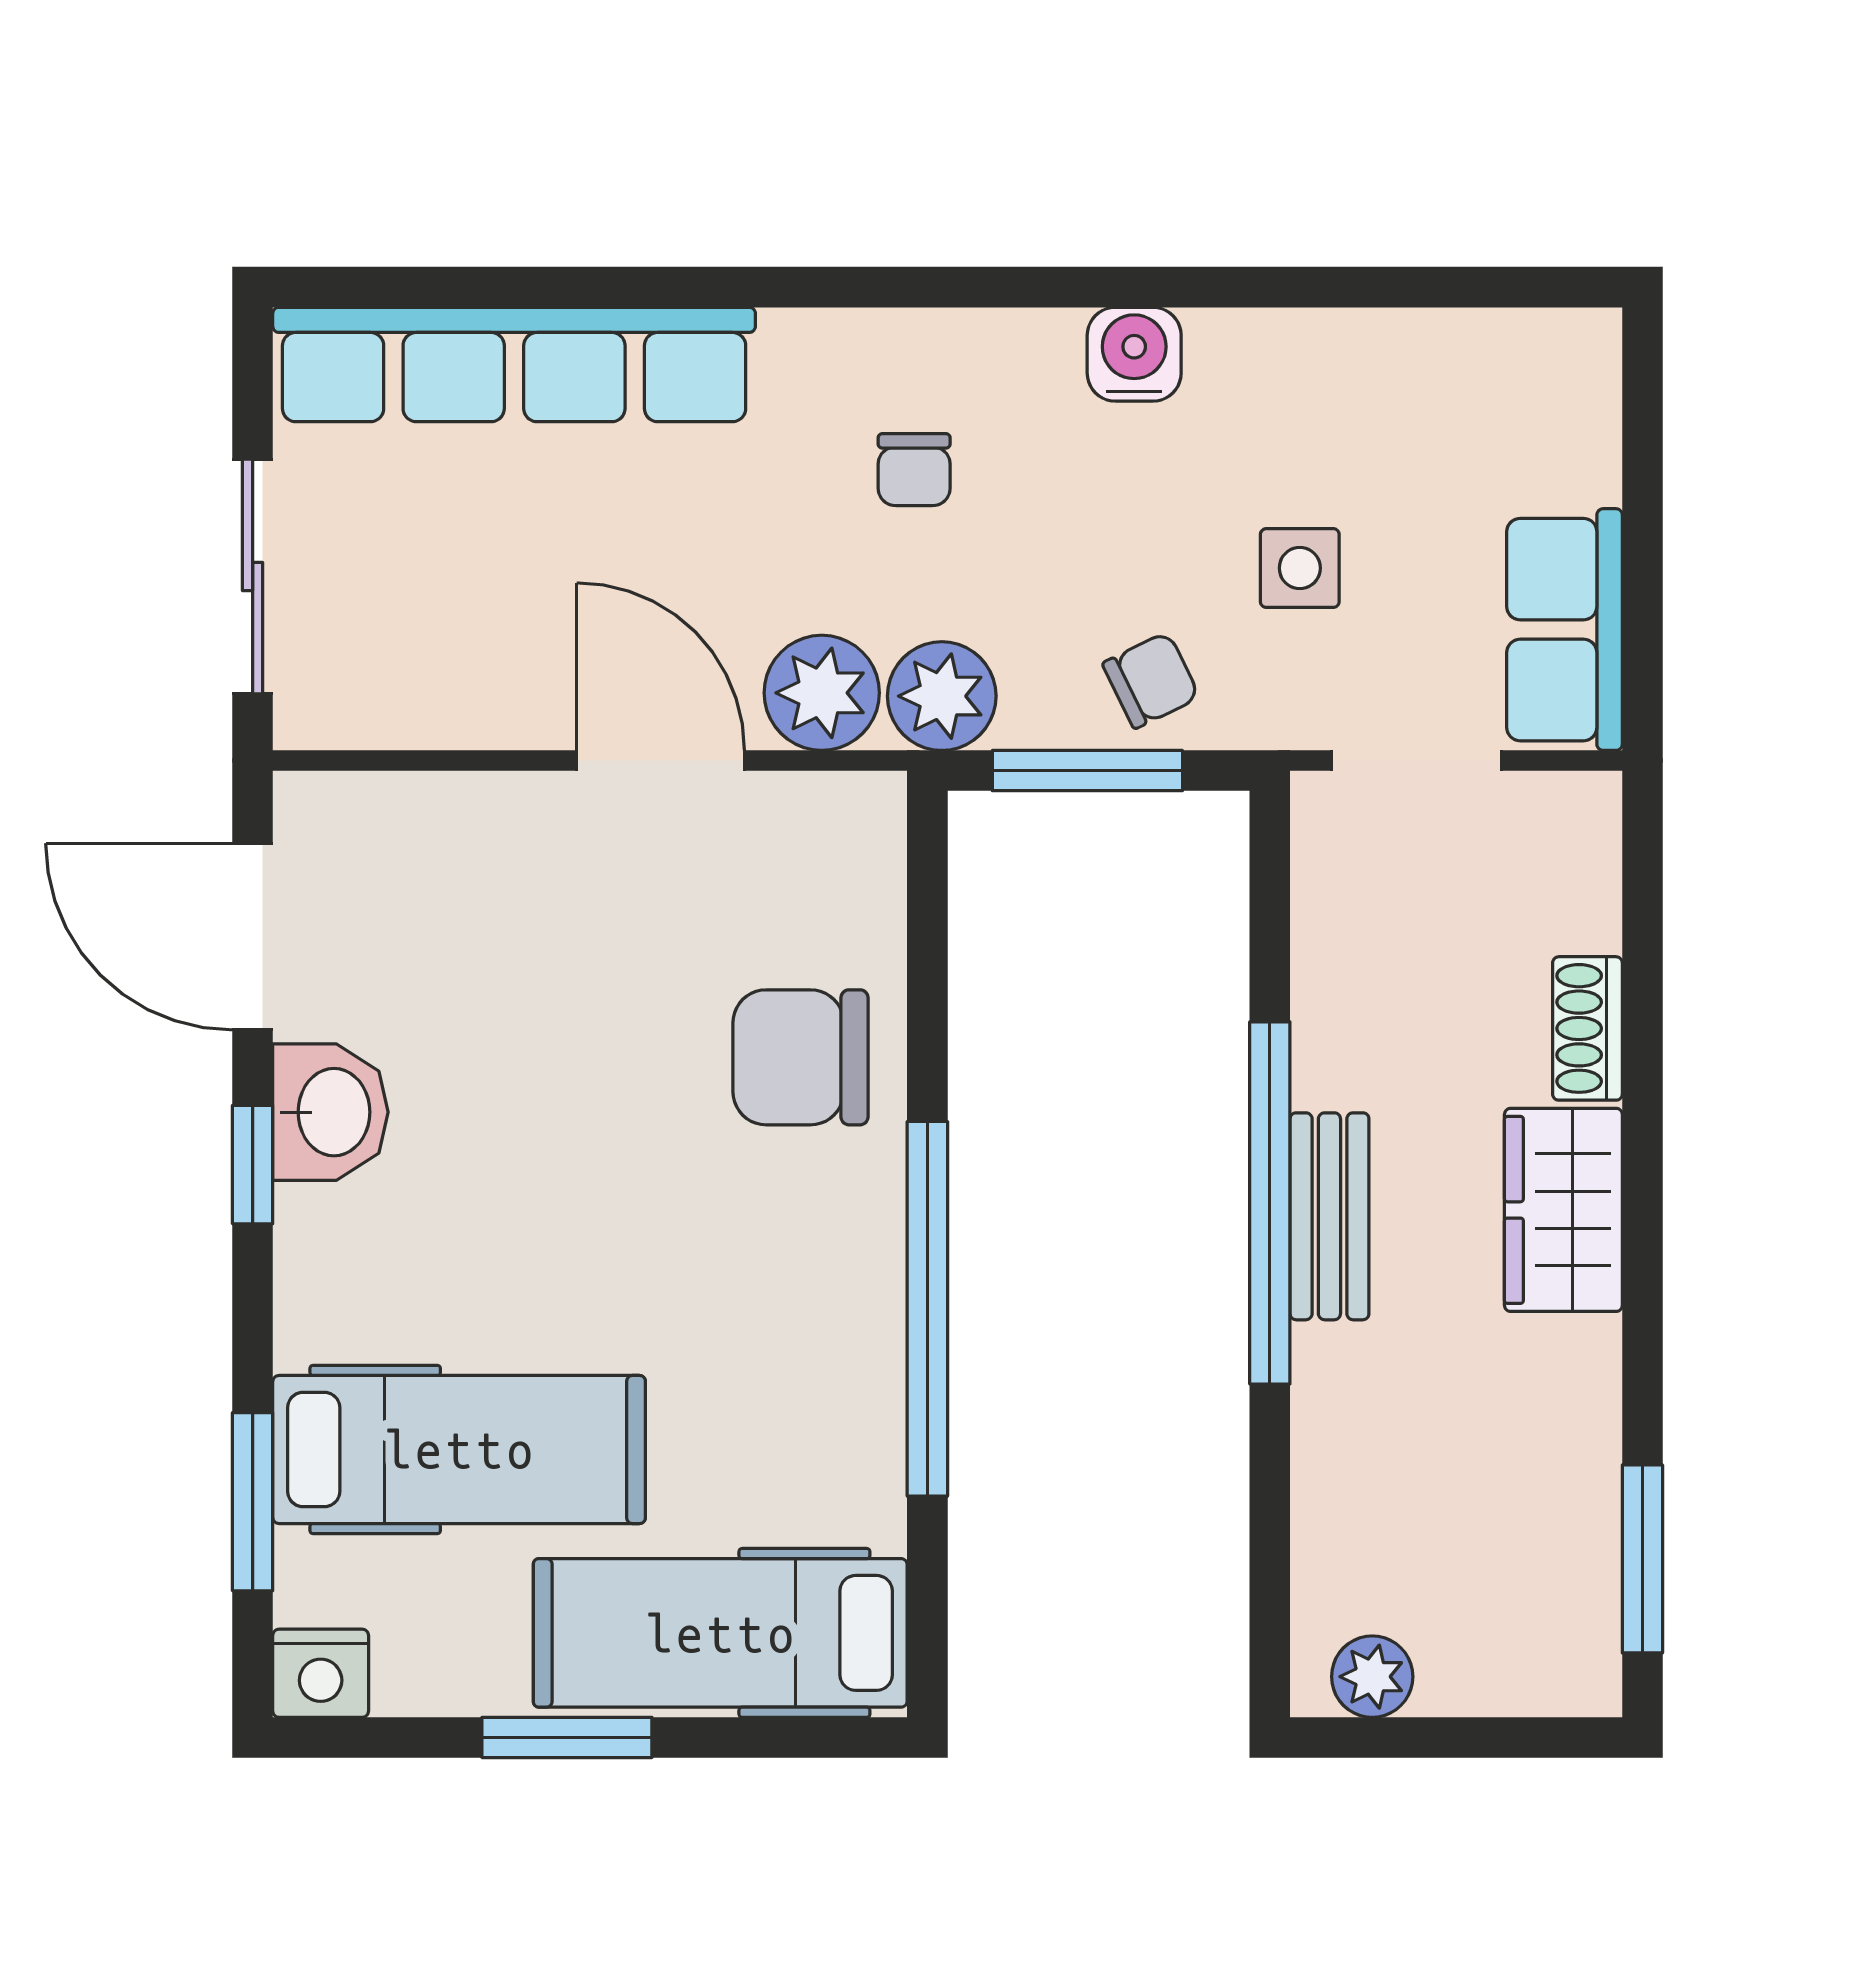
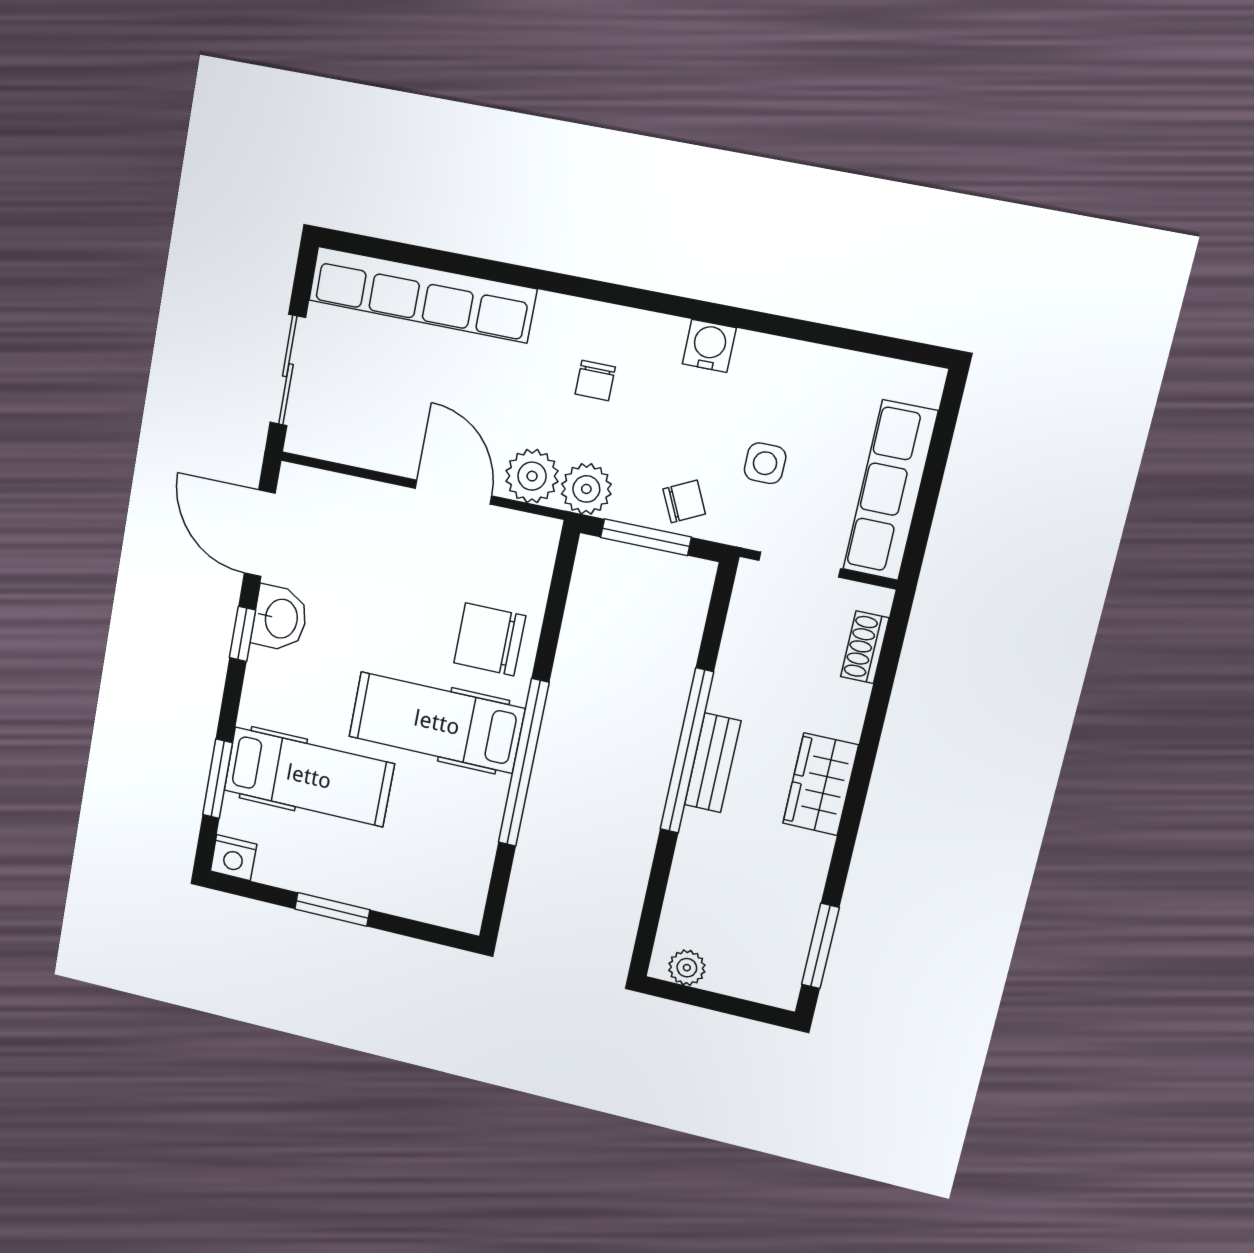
row of seats: (1565, 630) -> (890, 491), width x1.48
shoe rack: (1587, 1028) -> (865, 647), moved
hospital bed: (720, 1633) -> (437, 723), moved

